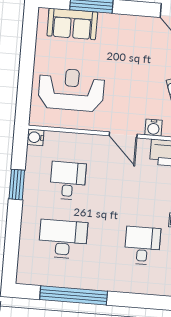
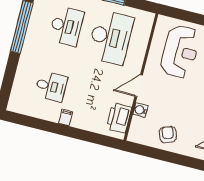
water cooler: (35, 137) -> (148, 18), removed
desk: (68, 181) -> (111, 37), width x1.87, depth x1.30

